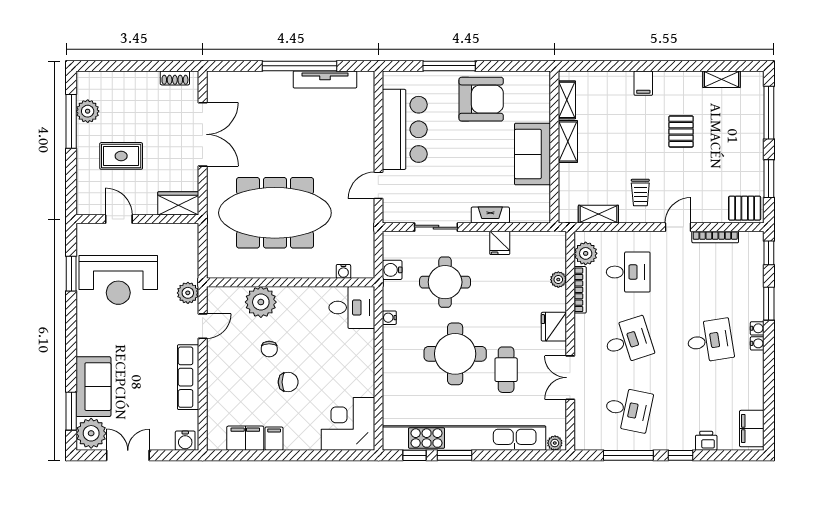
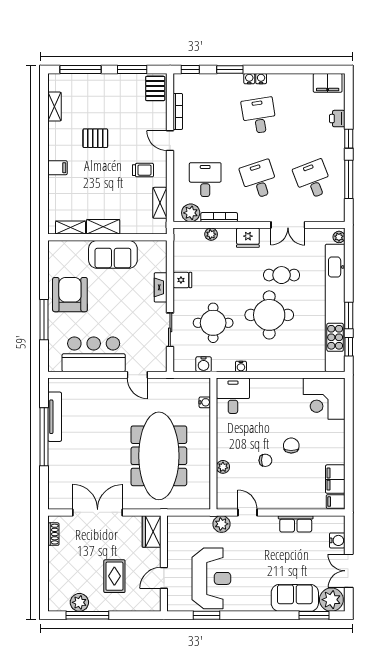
plant: (261, 302) -> (223, 467), width x0.53, depth x0.53
row of seats: (188, 377) -> (296, 524), width x0.68
desk: (628, 409) -> (313, 180), turned -33
filing cabinet: (274, 439) -> (336, 502), moved
water cooler: (185, 441) -> (337, 540), moved

